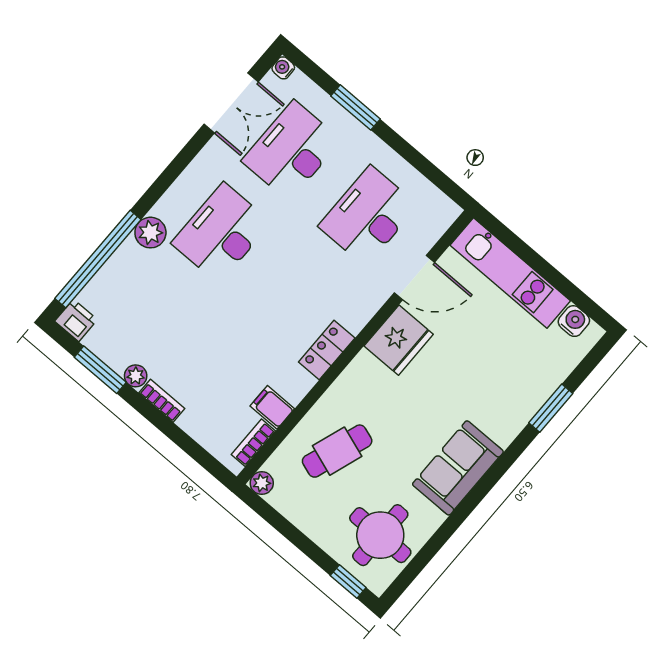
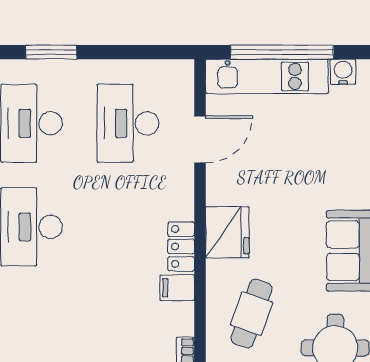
window: (539, 264) -> (282, 52), added
fridge: (399, 340) -> (227, 232), moved
filing cabinet: (272, 407) -> (177, 288), moved

